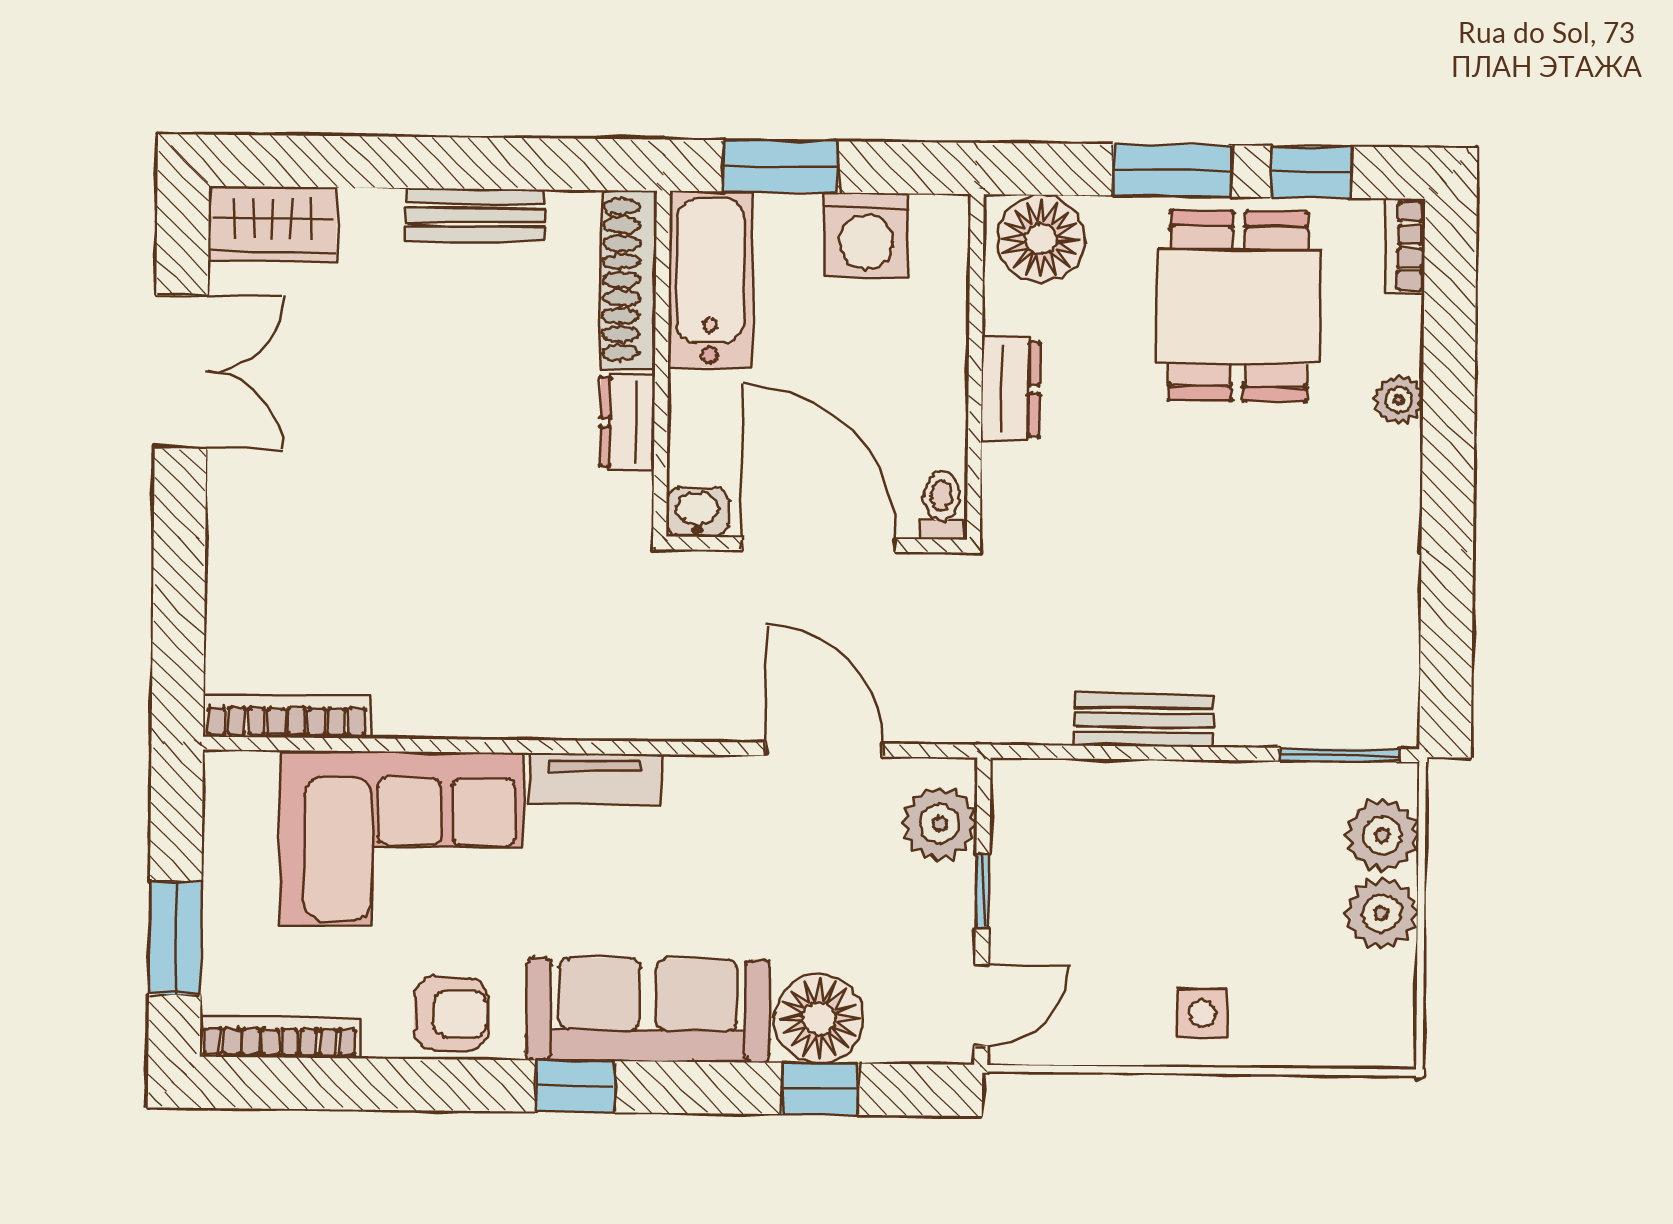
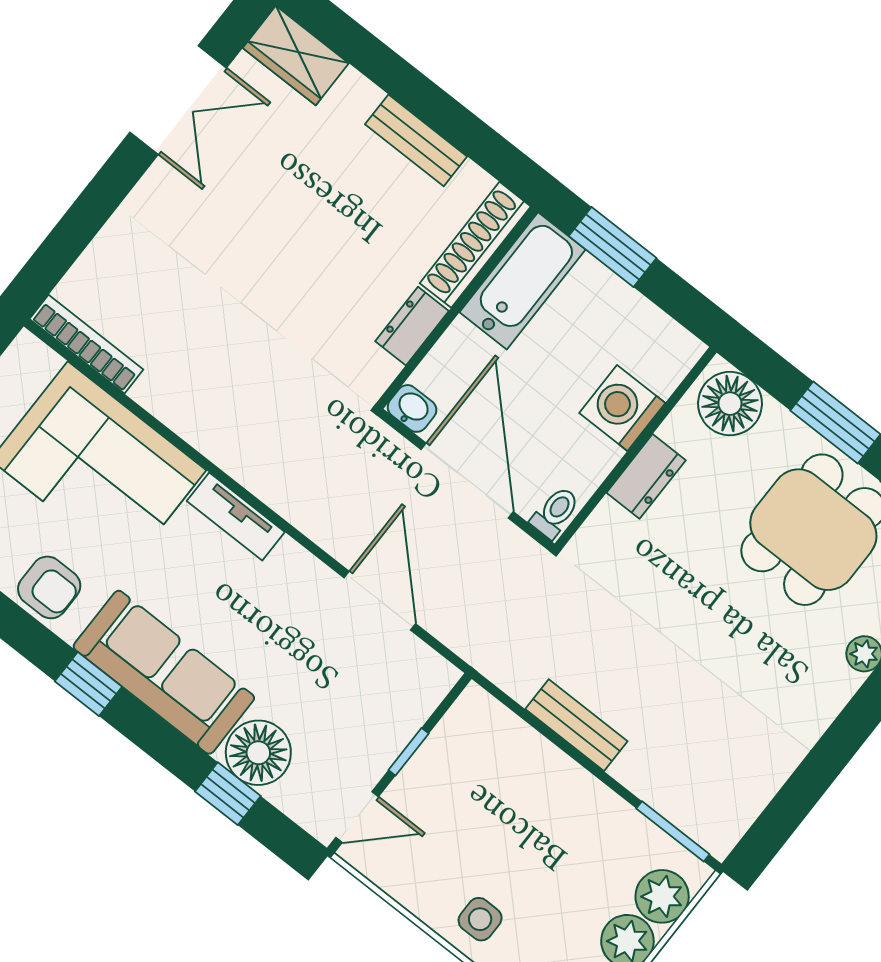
washing machine: (866, 235) -> (622, 408), moved, turned 90
plant: (939, 824) -> (413, 694), removed

